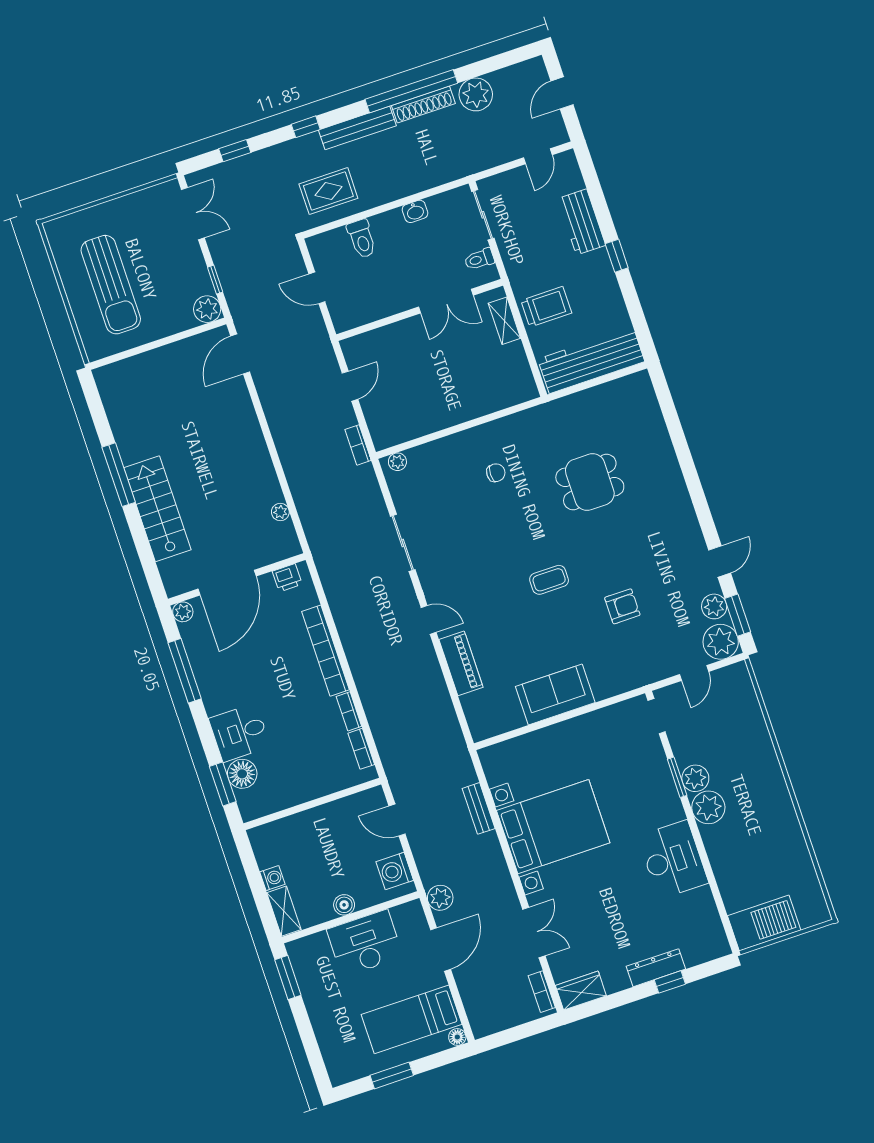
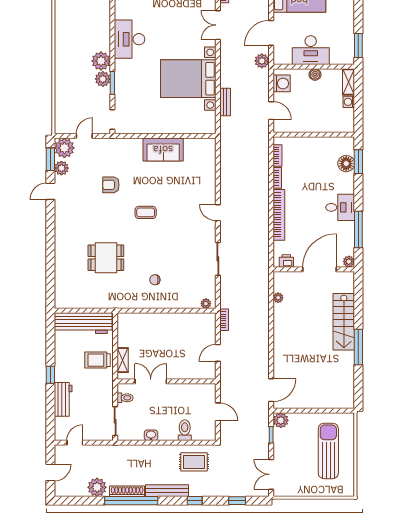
piano: (461, 663) -> (208, 183), removed
desk: (240, 733) -> (340, 207), moved

